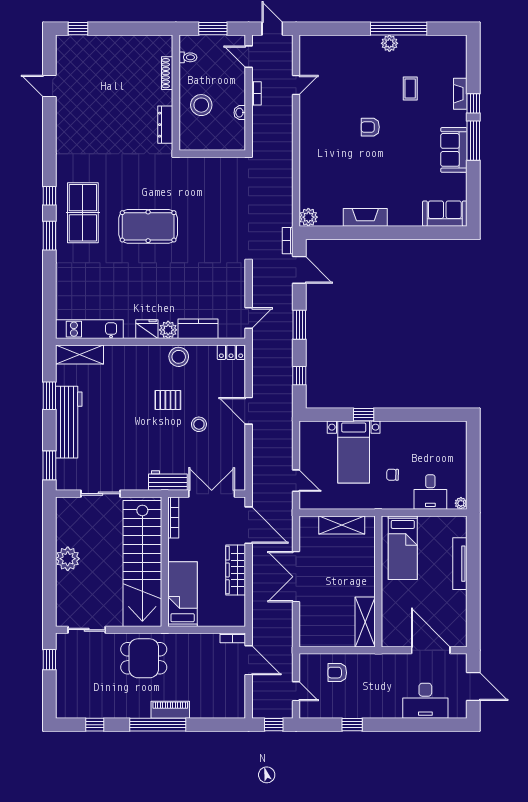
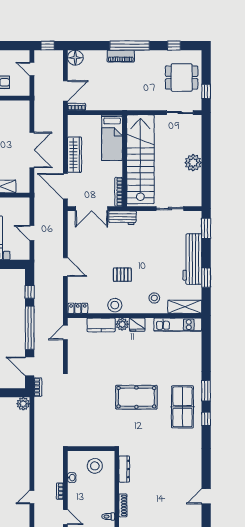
door: (49, 86) -> (206, 496), swing flipped
stool: (201, 105) -> (95, 466), moved
window: (299, 325) -> (30, 328), width x2.11
stool: (199, 424) -> (154, 298), moved
door: (296, 481) -> (32, 233), moved
dining table: (144, 658) -> (182, 78), moved
door: (249, 660) -> (65, 91), swing flipped
floor lamp: (235, 707) -> (75, 58), added

